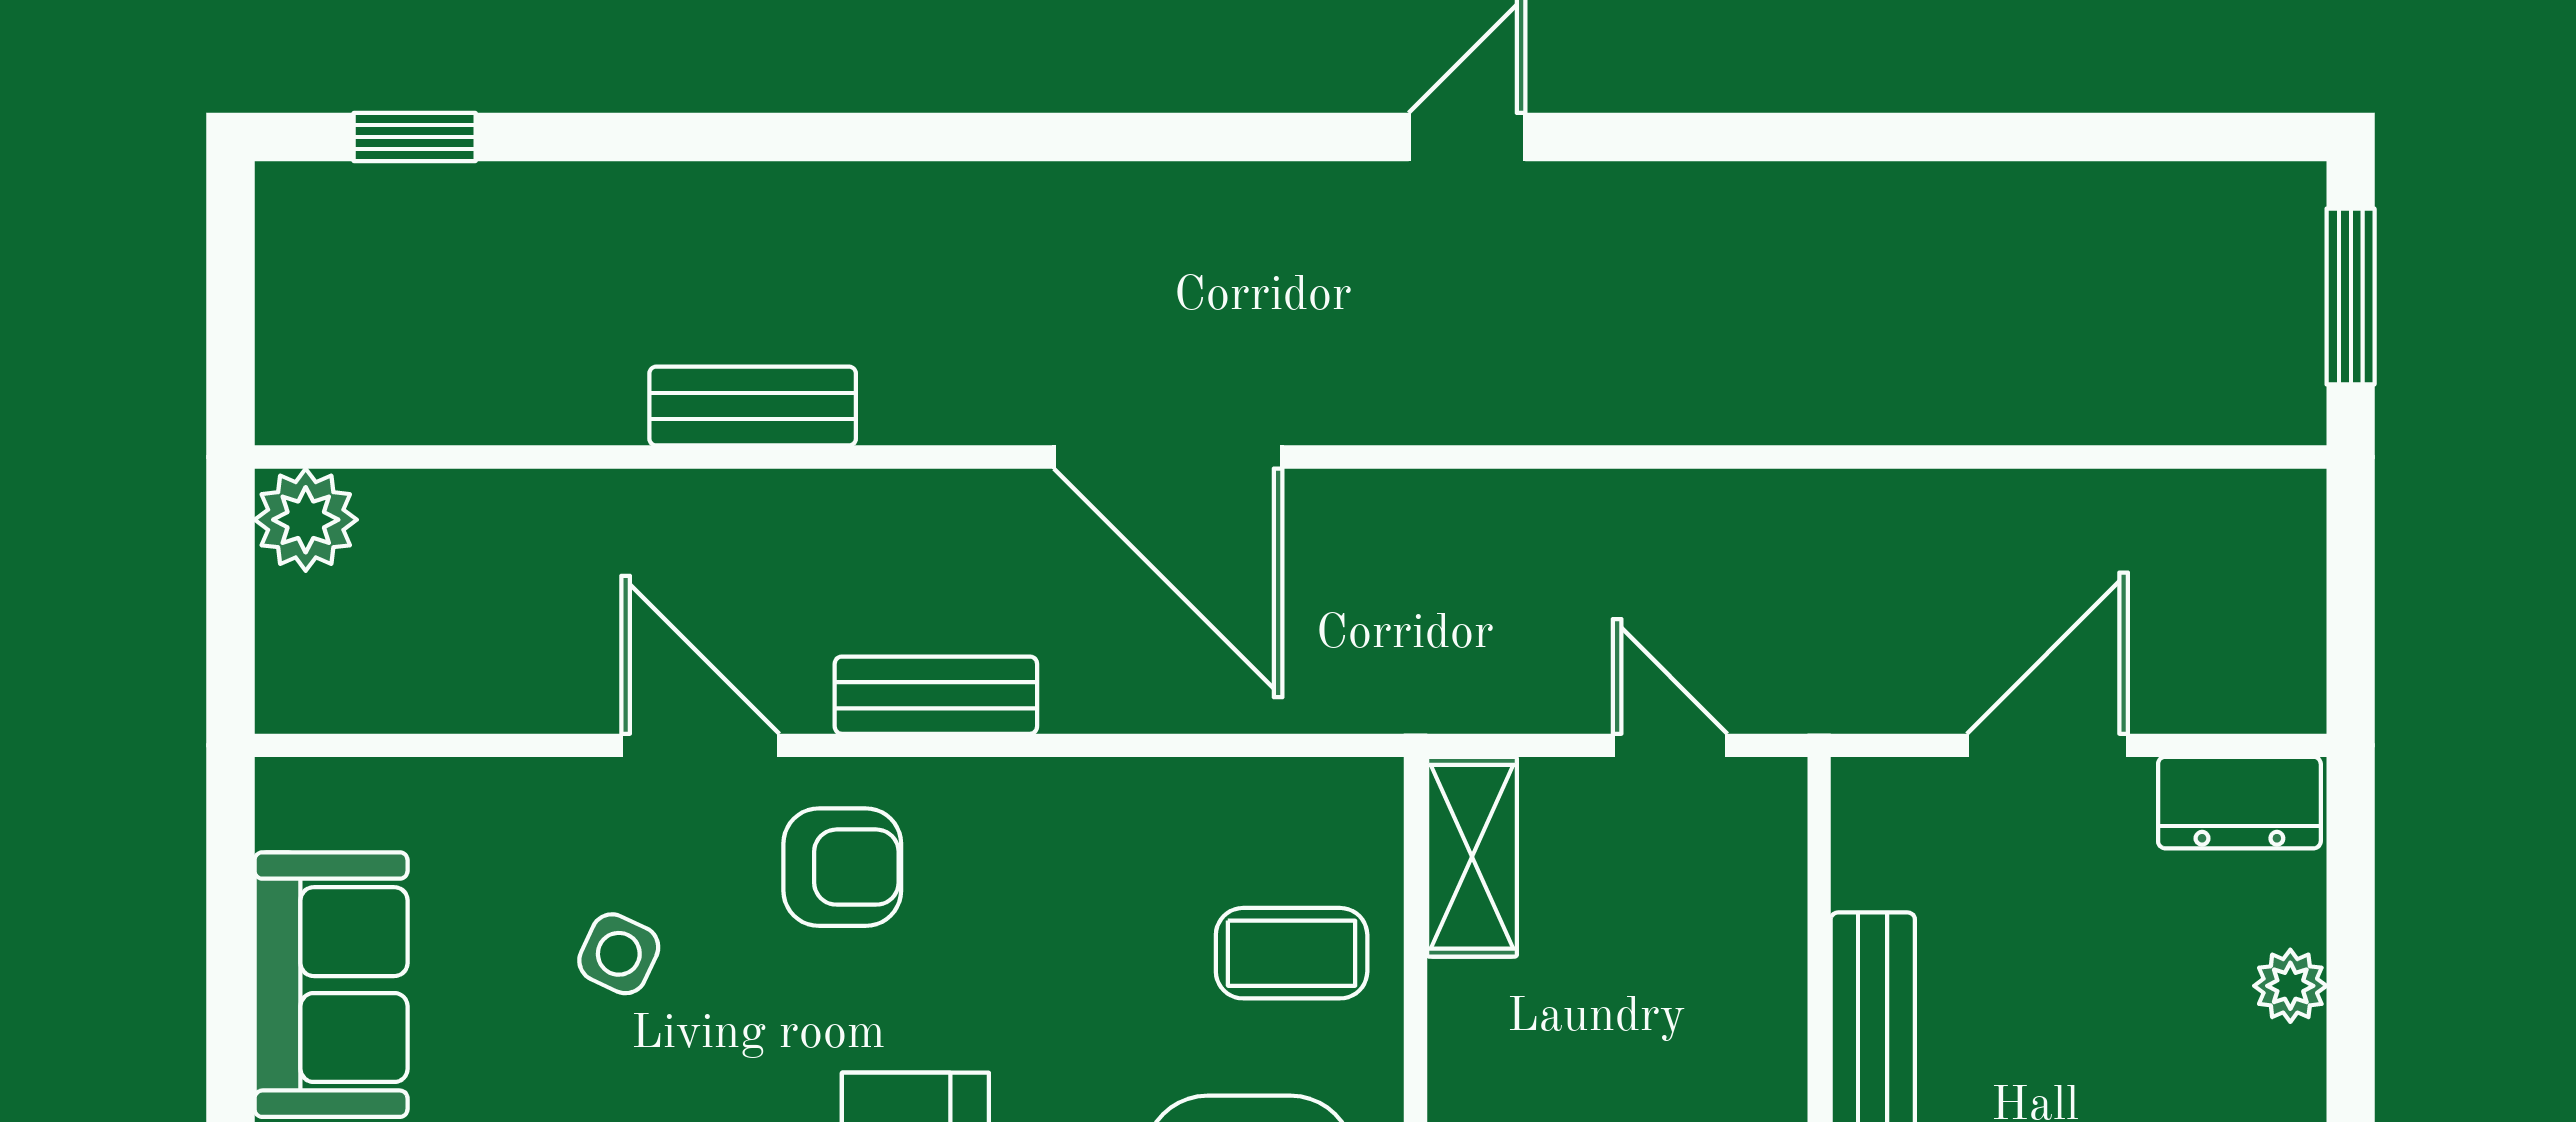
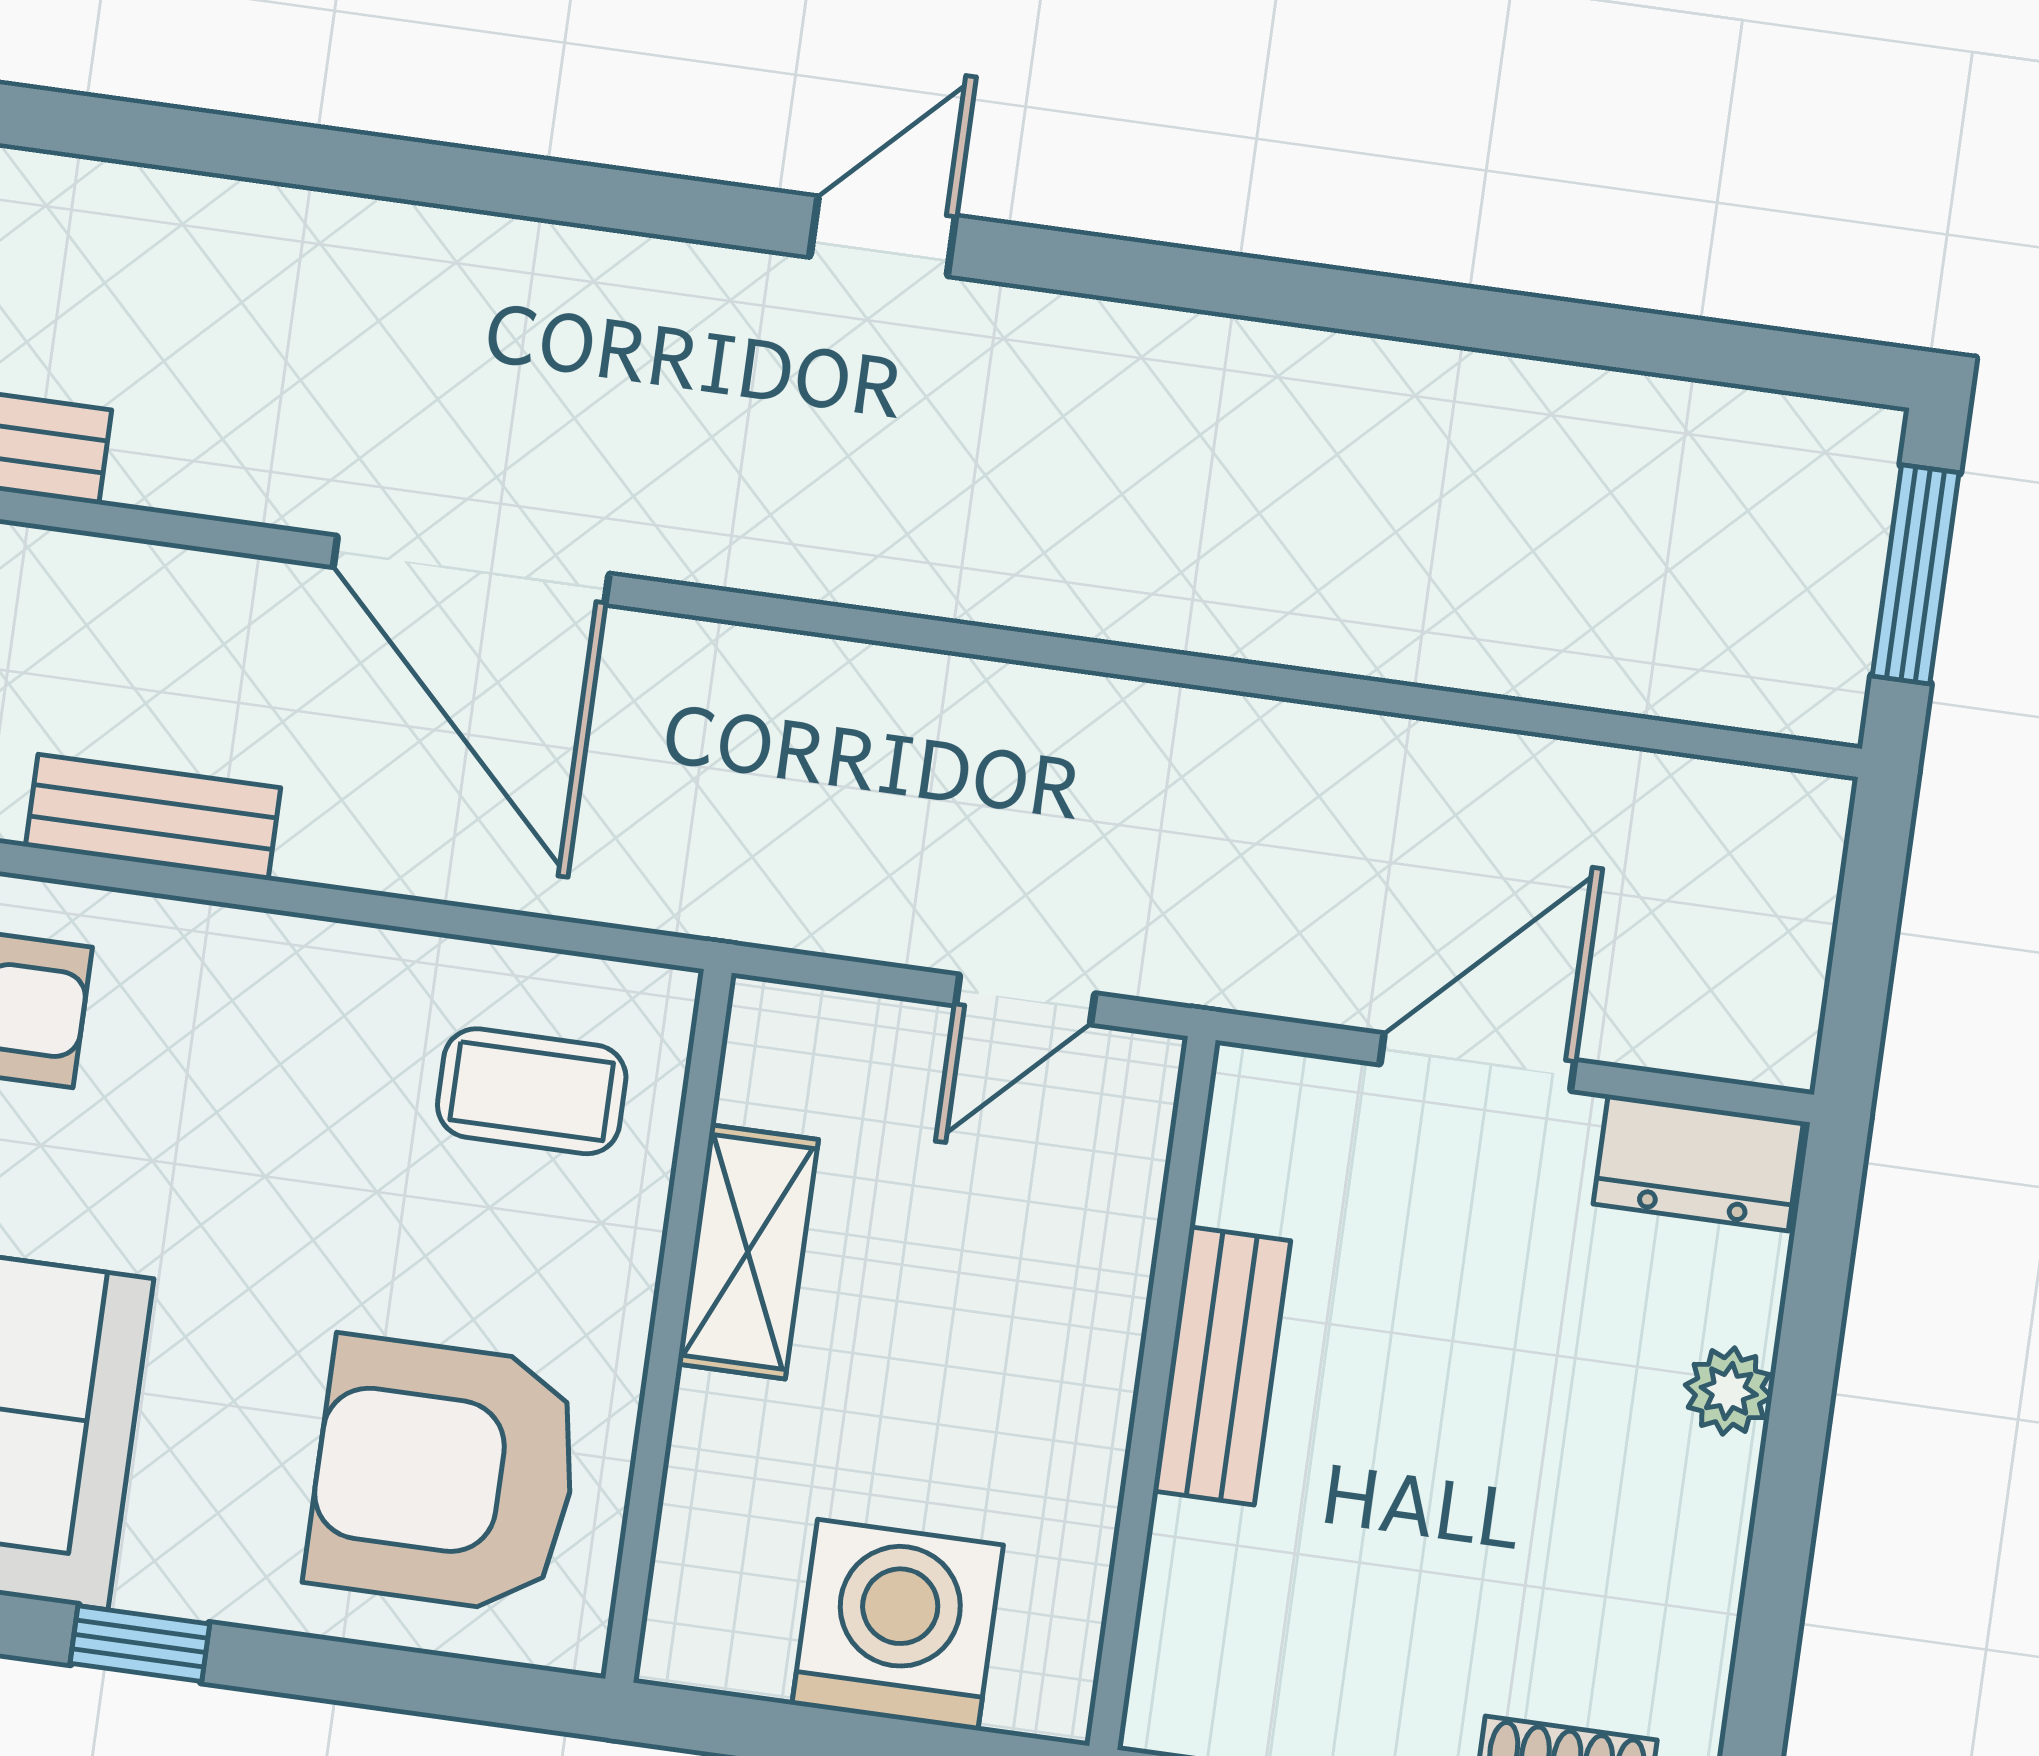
door: (1670, 745) -> (1025, 999), swing flipped
shelving: (1472, 857) -> (748, 1252), moved
coffee table: (1292, 953) -> (532, 1091), moved

